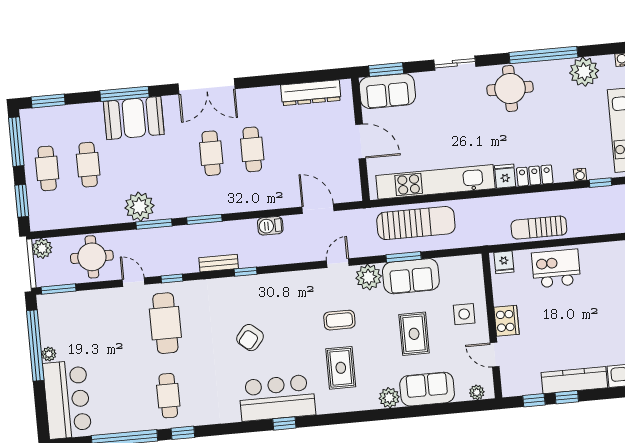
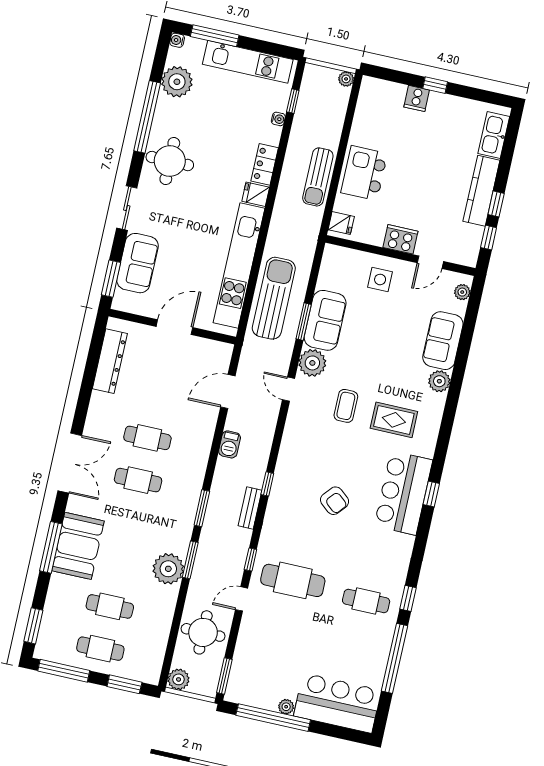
sofa: (387, 91) -> (138, 263), moved
rug: (414, 334) -> (384, 336), removed

